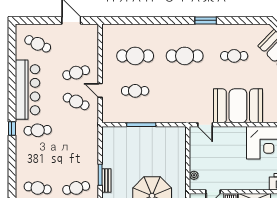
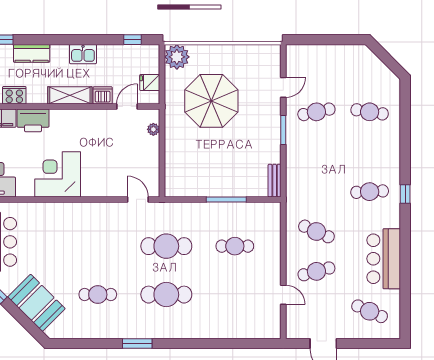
cafe table: (135, 56) -> (166, 246), moved
bar counter: (27, 90) -> (384, 259), width x0.73
door: (100, 90) -> (283, 295), moved
booth: (238, 106) -> (93, 225), removed
bench: (106, 180) -> (275, 181), moved

